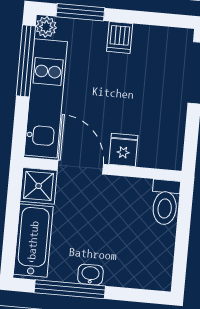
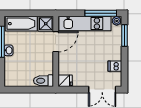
dishwasher: (120, 37) -> (115, 66), moved
fridge: (123, 150) -> (65, 81), moved

